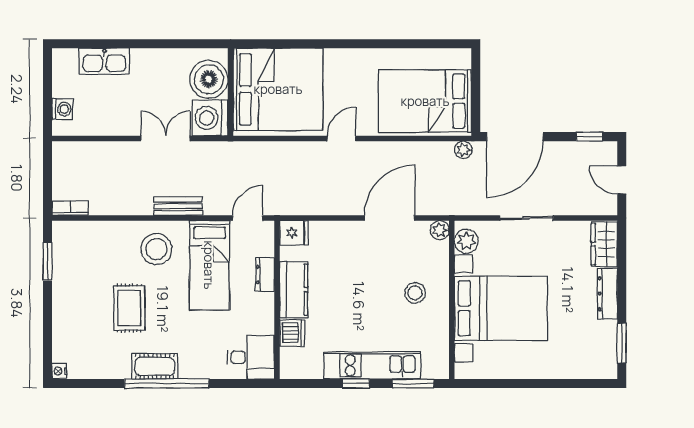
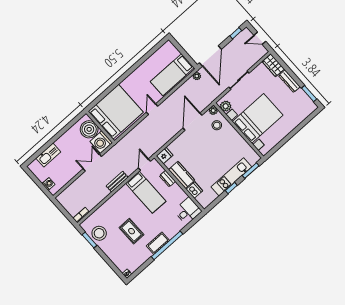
bed: (425, 101) -> (172, 75), width x0.67
stool: (156, 249) -> (99, 233), moved
stool: (415, 293) -> (217, 125), moved

